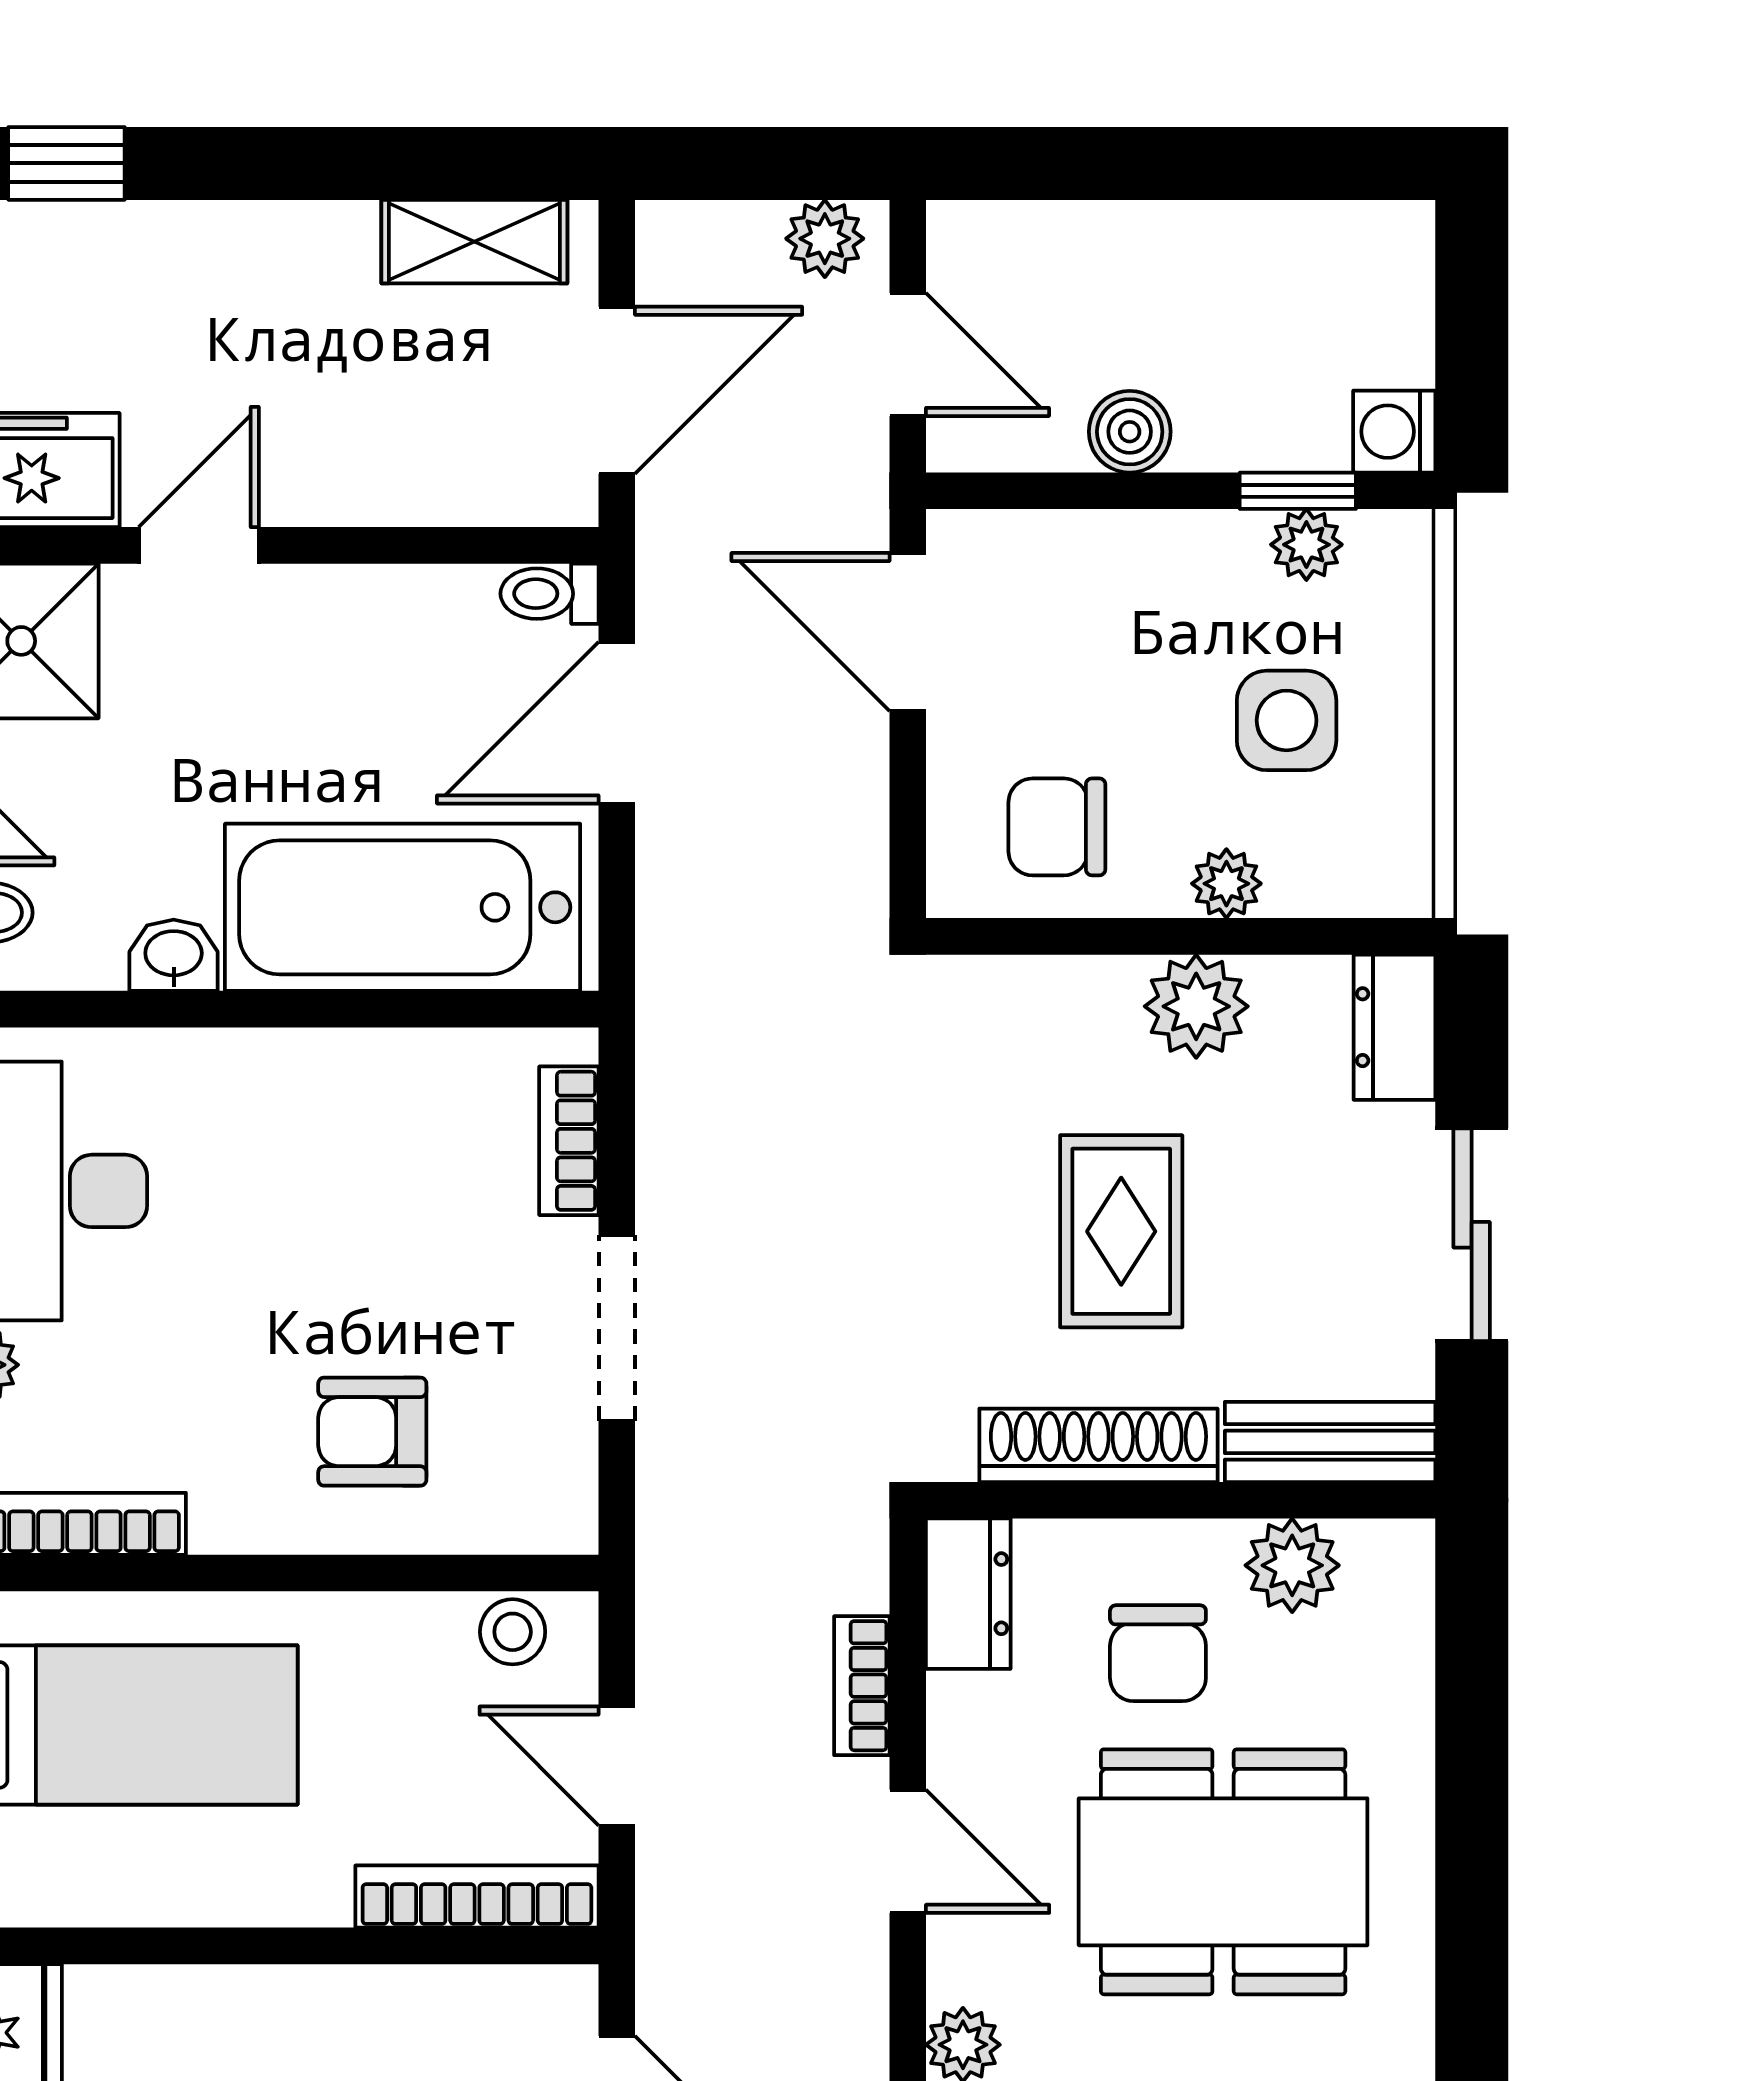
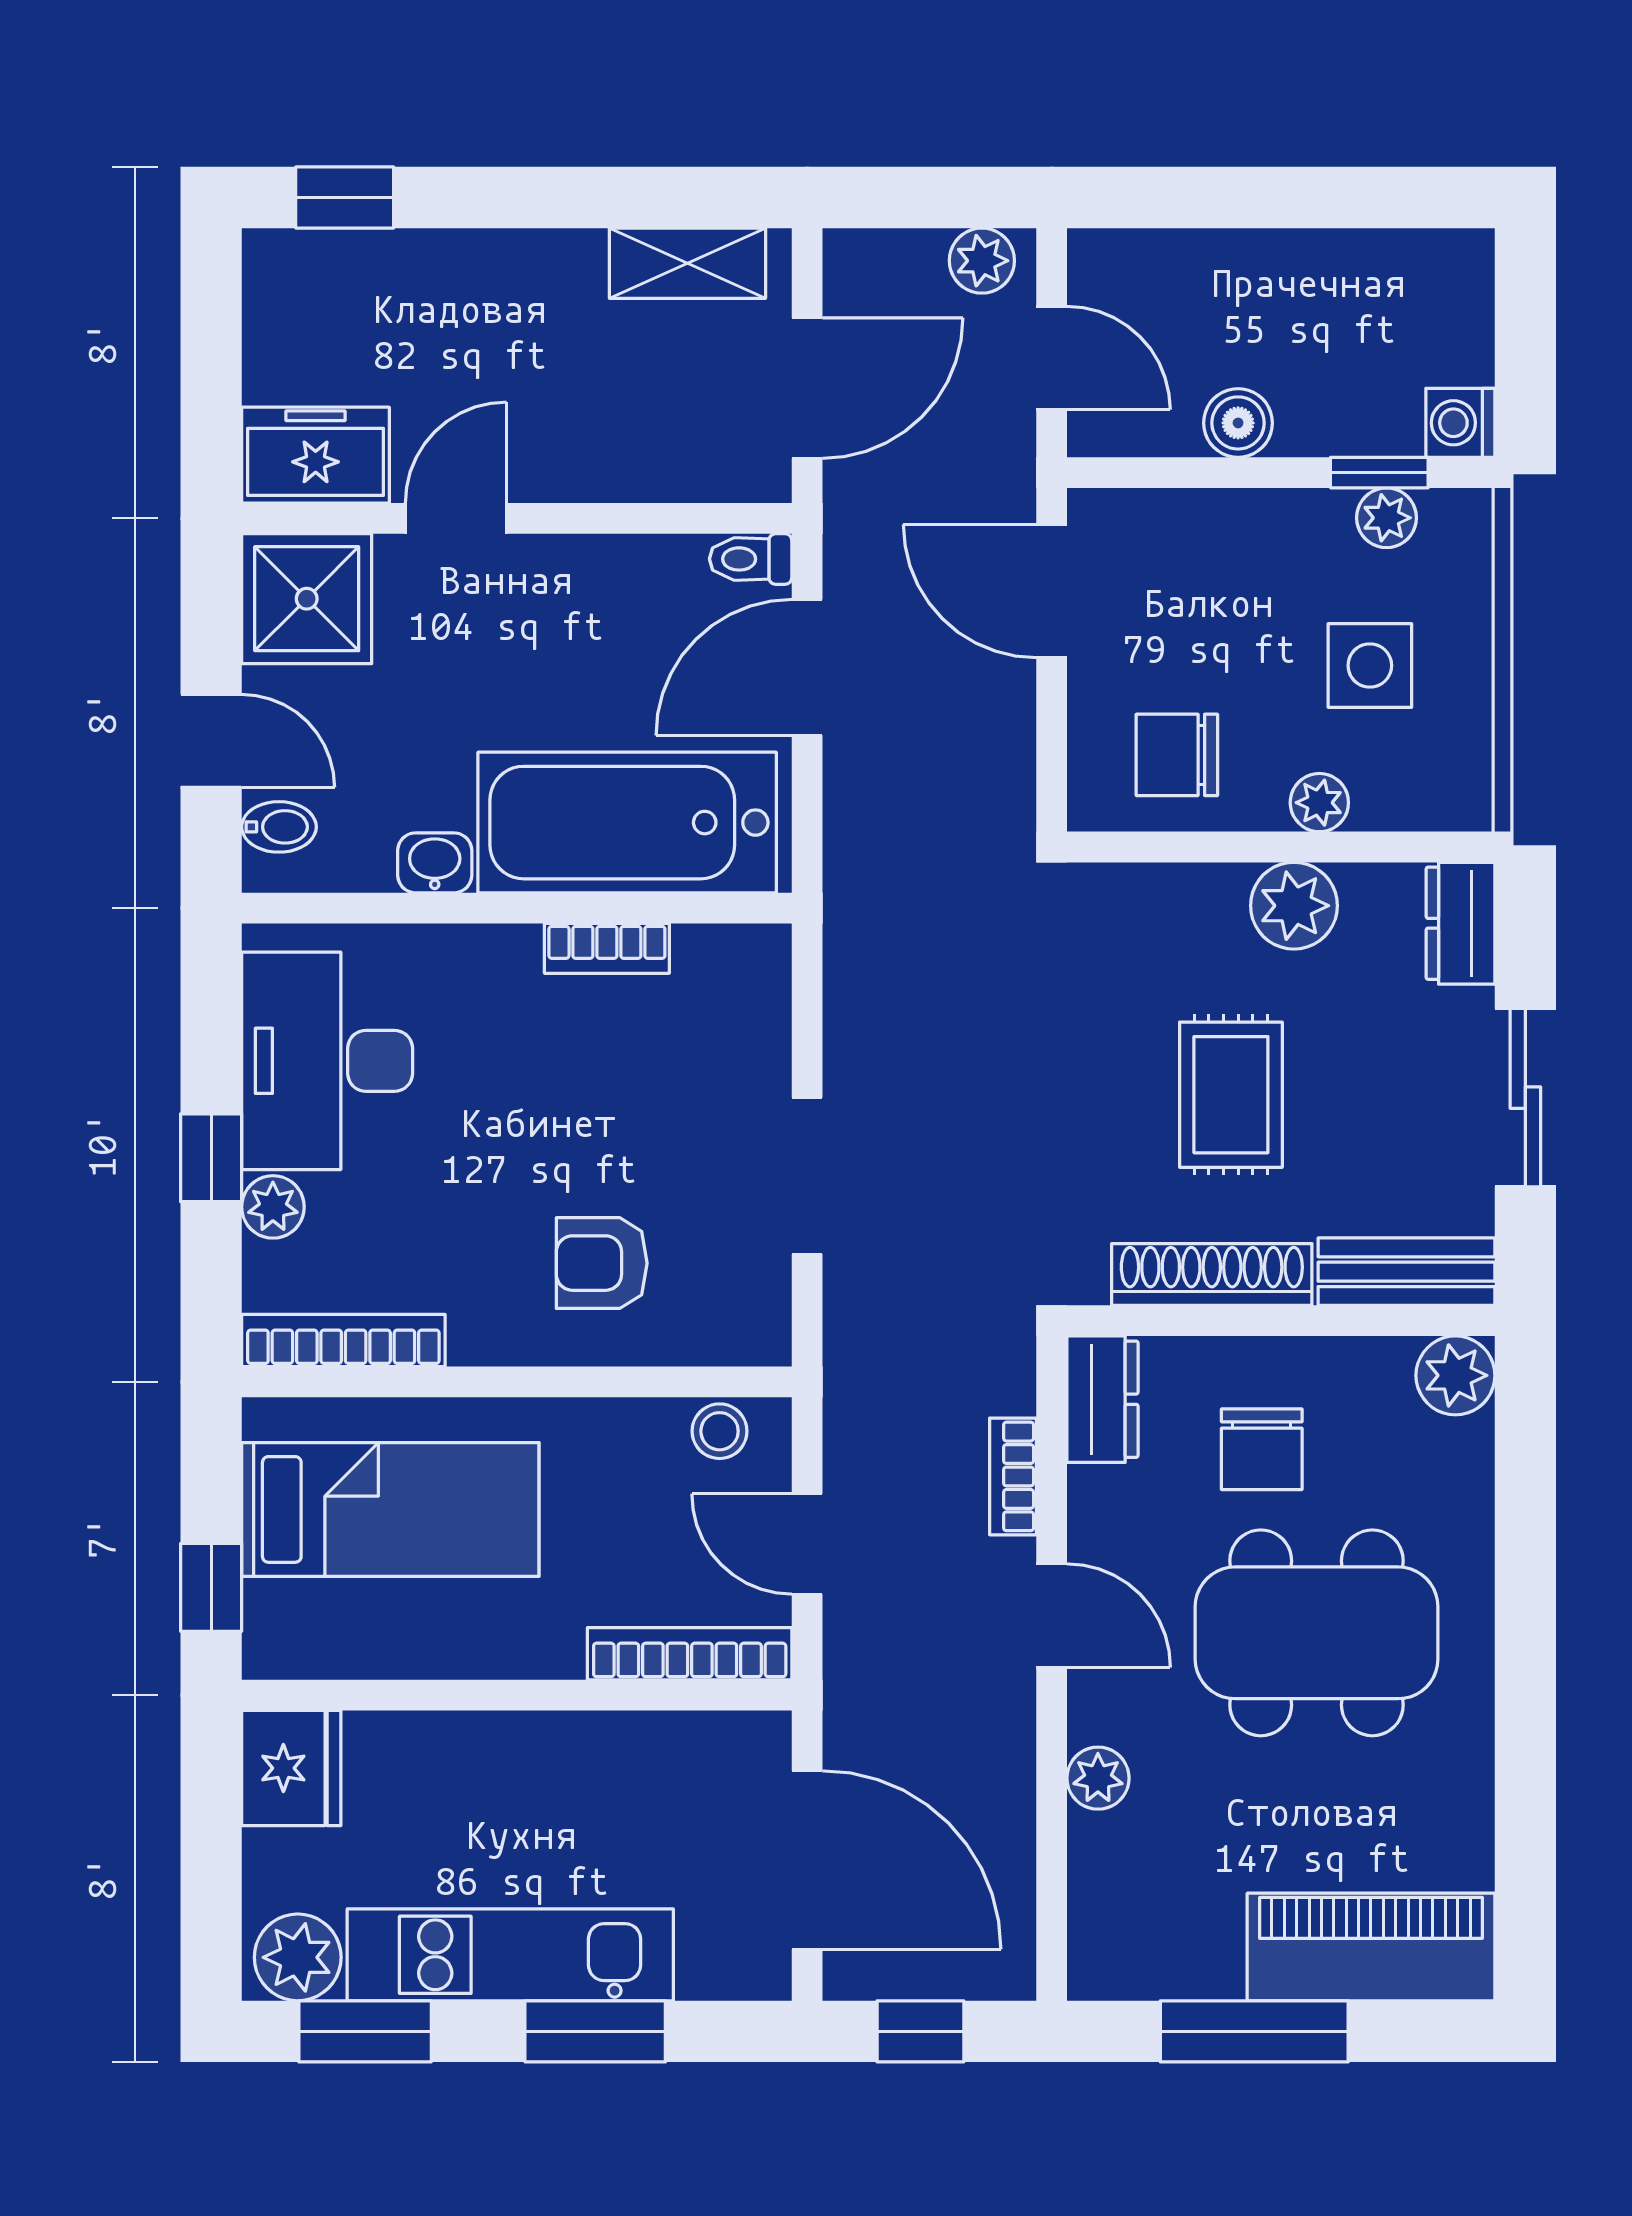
bookcase: (569, 1141) -> (607, 948), moved, turned -90
plant: (1292, 1565) -> (1455, 1375), moved

